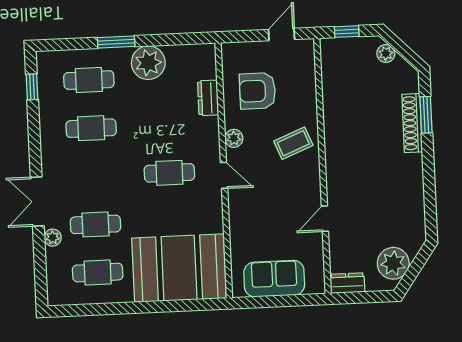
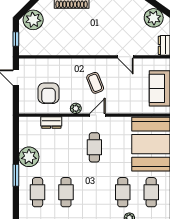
plant: (386, 54) -> (33, 20), width x1.88, depth x1.88
coffee table: (293, 143) -> (95, 83), moved

